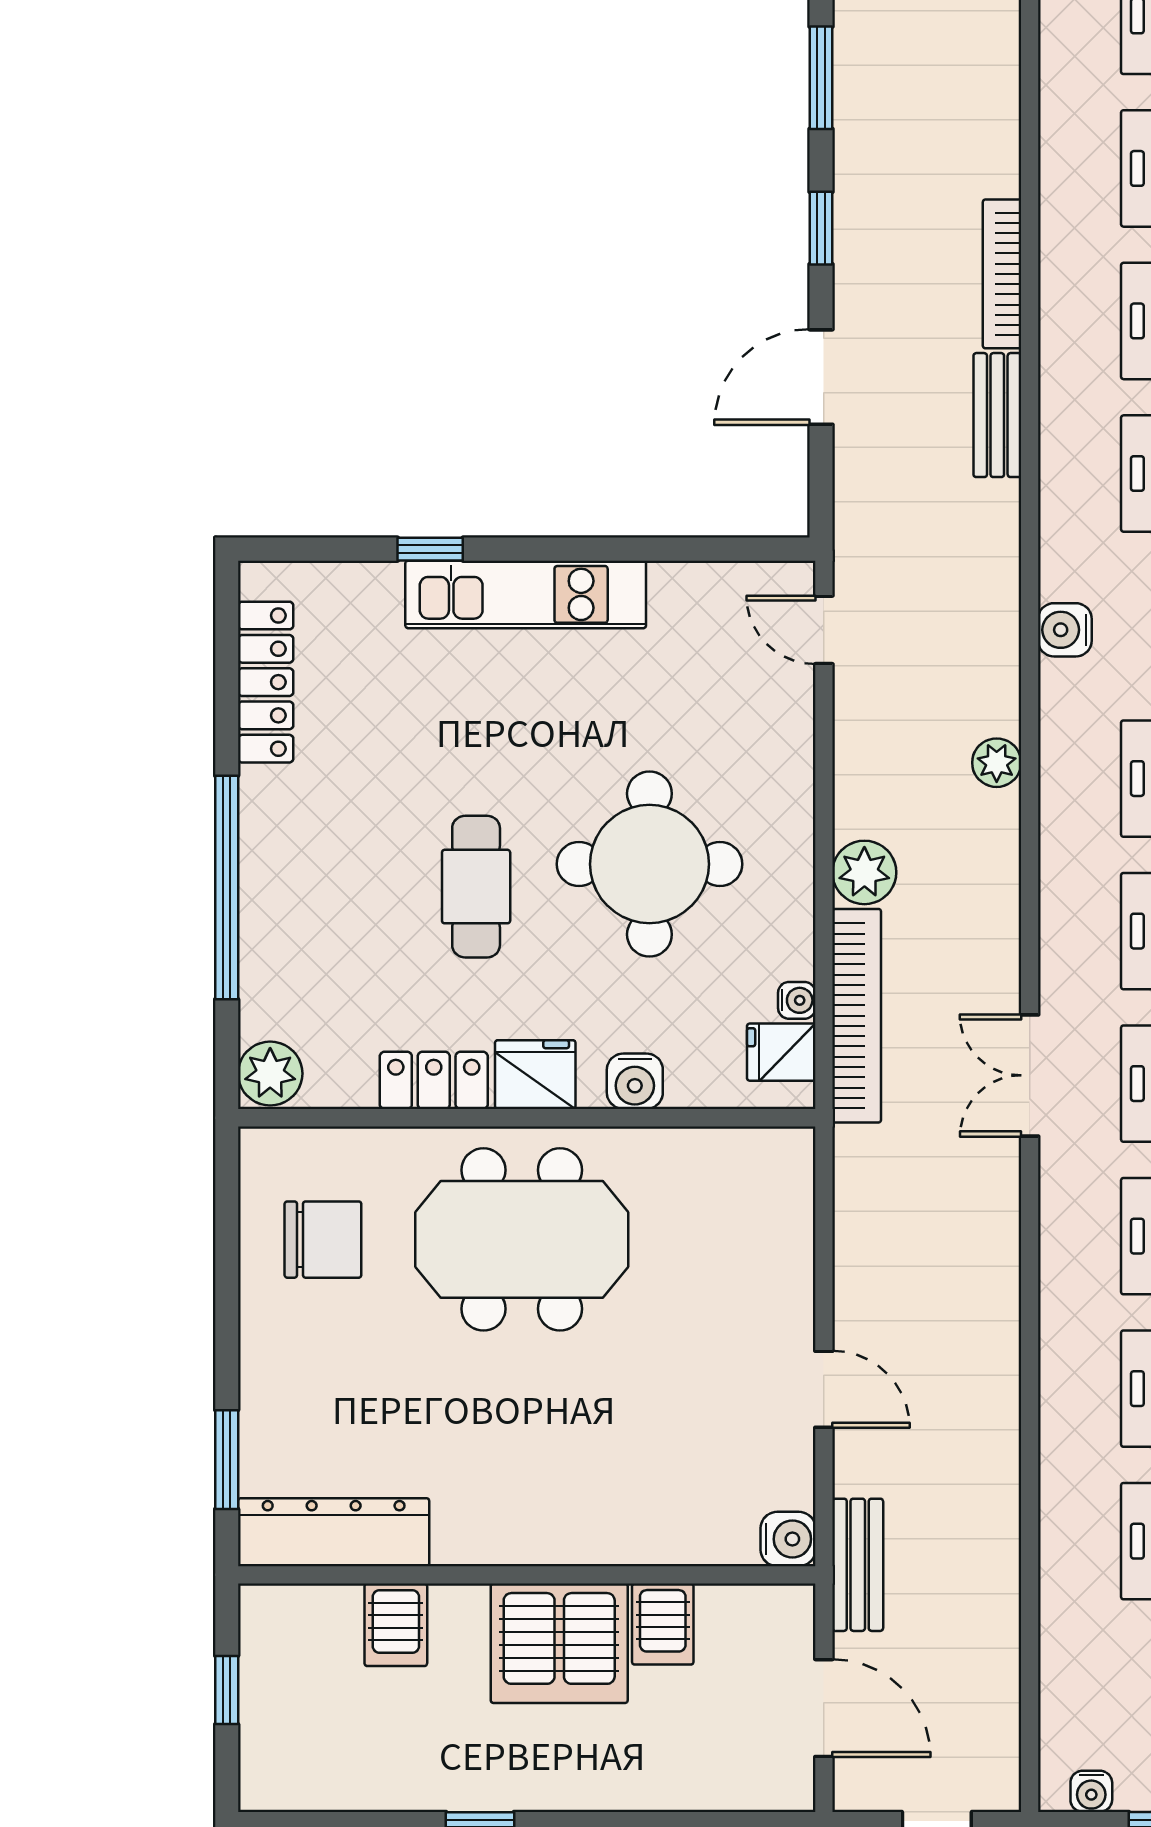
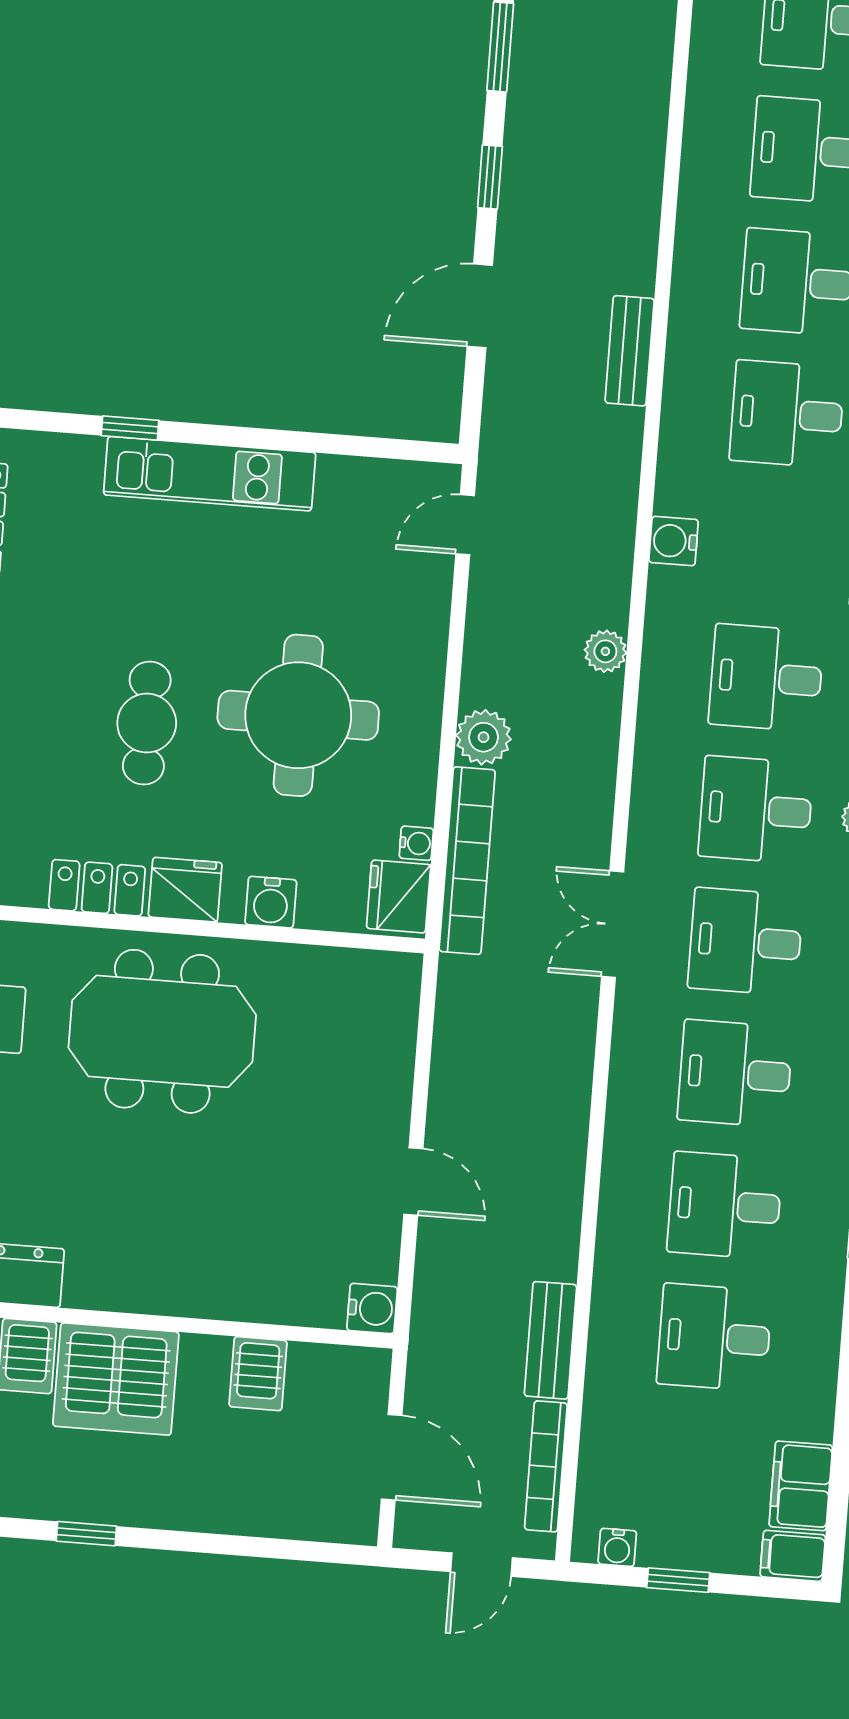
bookcase: (1002, 274) -> (546, 1466), moved
door: (824, 630) -> (465, 525), hinge flipped
fridge: (781, 1052) -> (399, 897), width x1.38
bench: (858, 1565) -> (550, 1340), moved
server rack: (559, 1643) -> (116, 1379), moved

